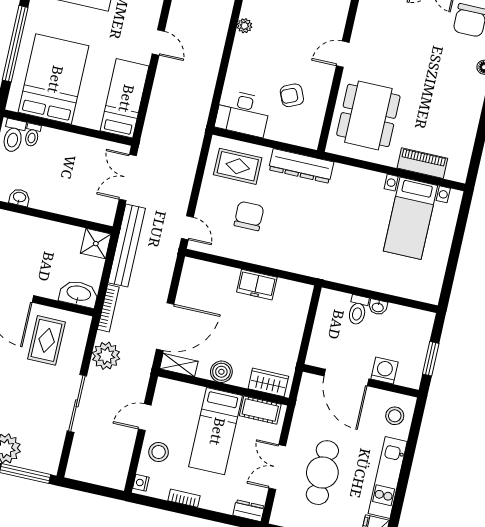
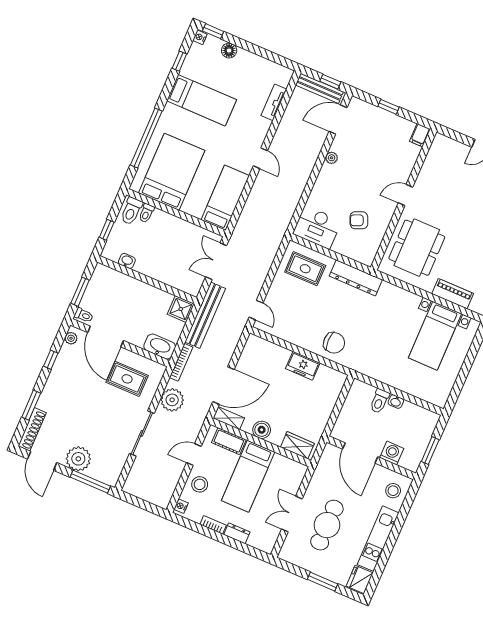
chair: (249, 216) -> (334, 343), moved, turned 90
rug: (47, 340) -> (127, 379), turned 90
cot: (260, 410) -> (229, 441), moved
dresser: (249, 511) -> (237, 533), moved

